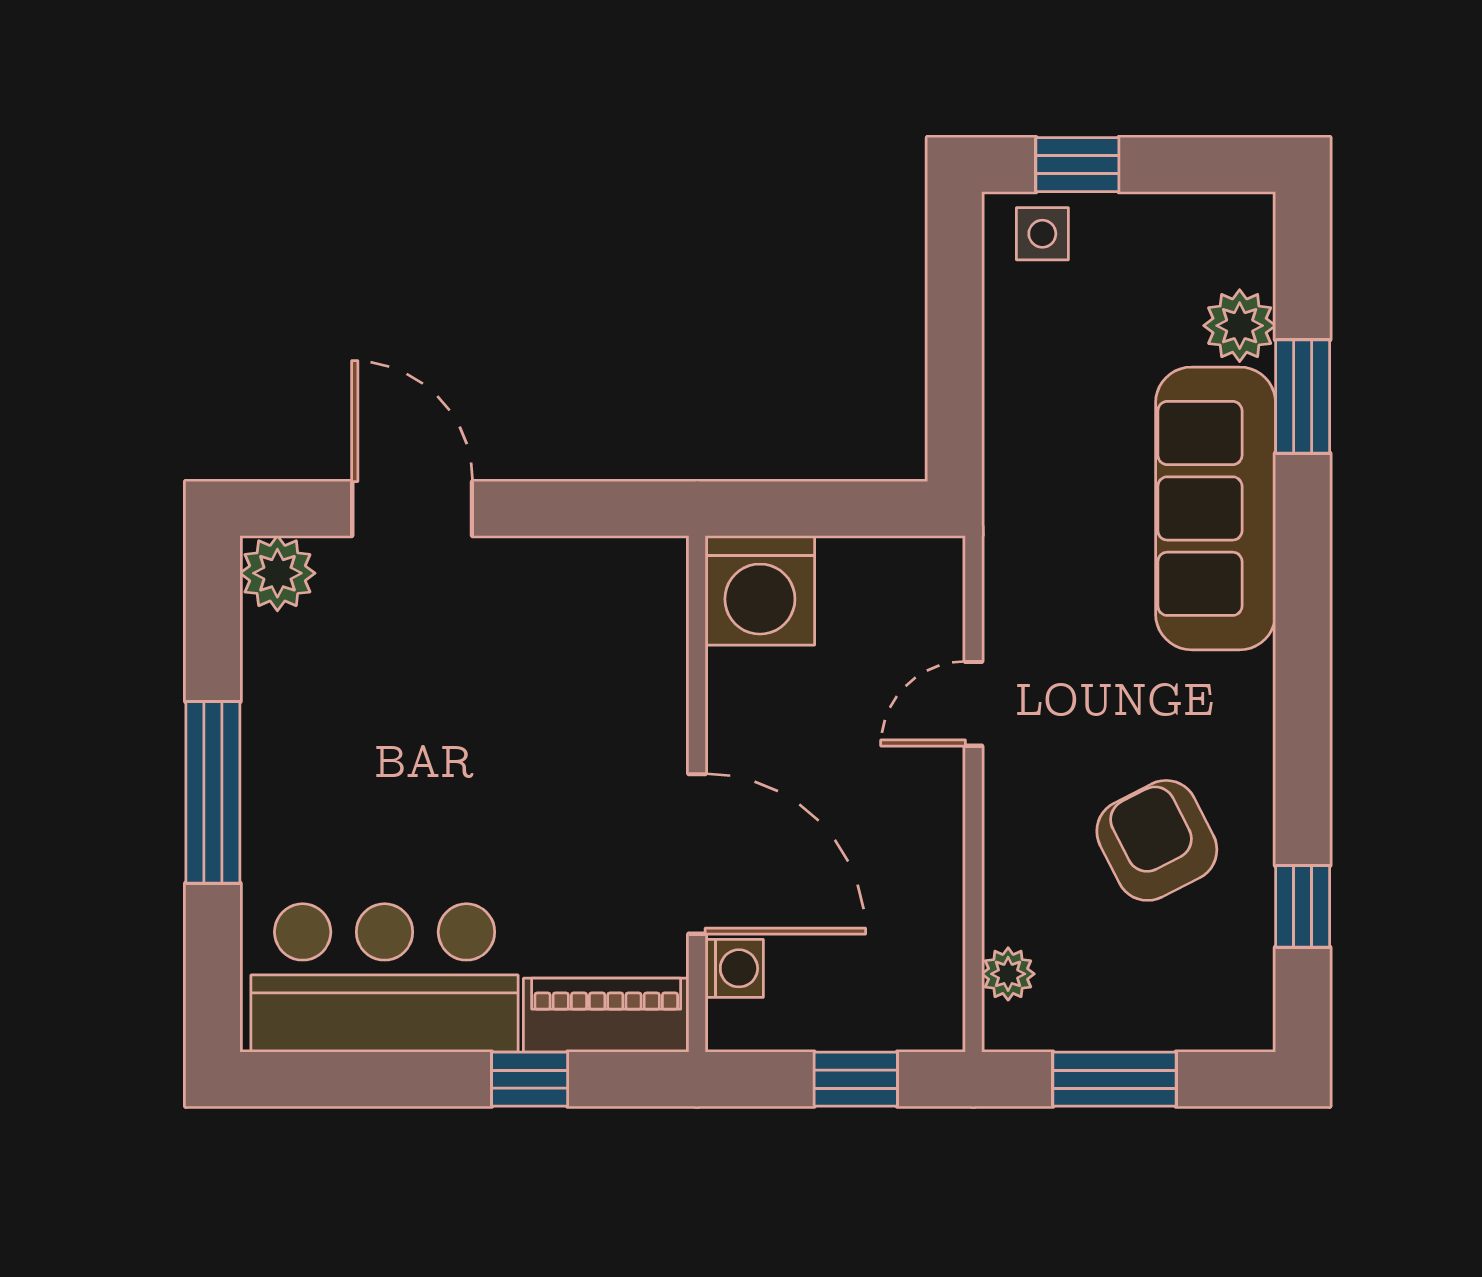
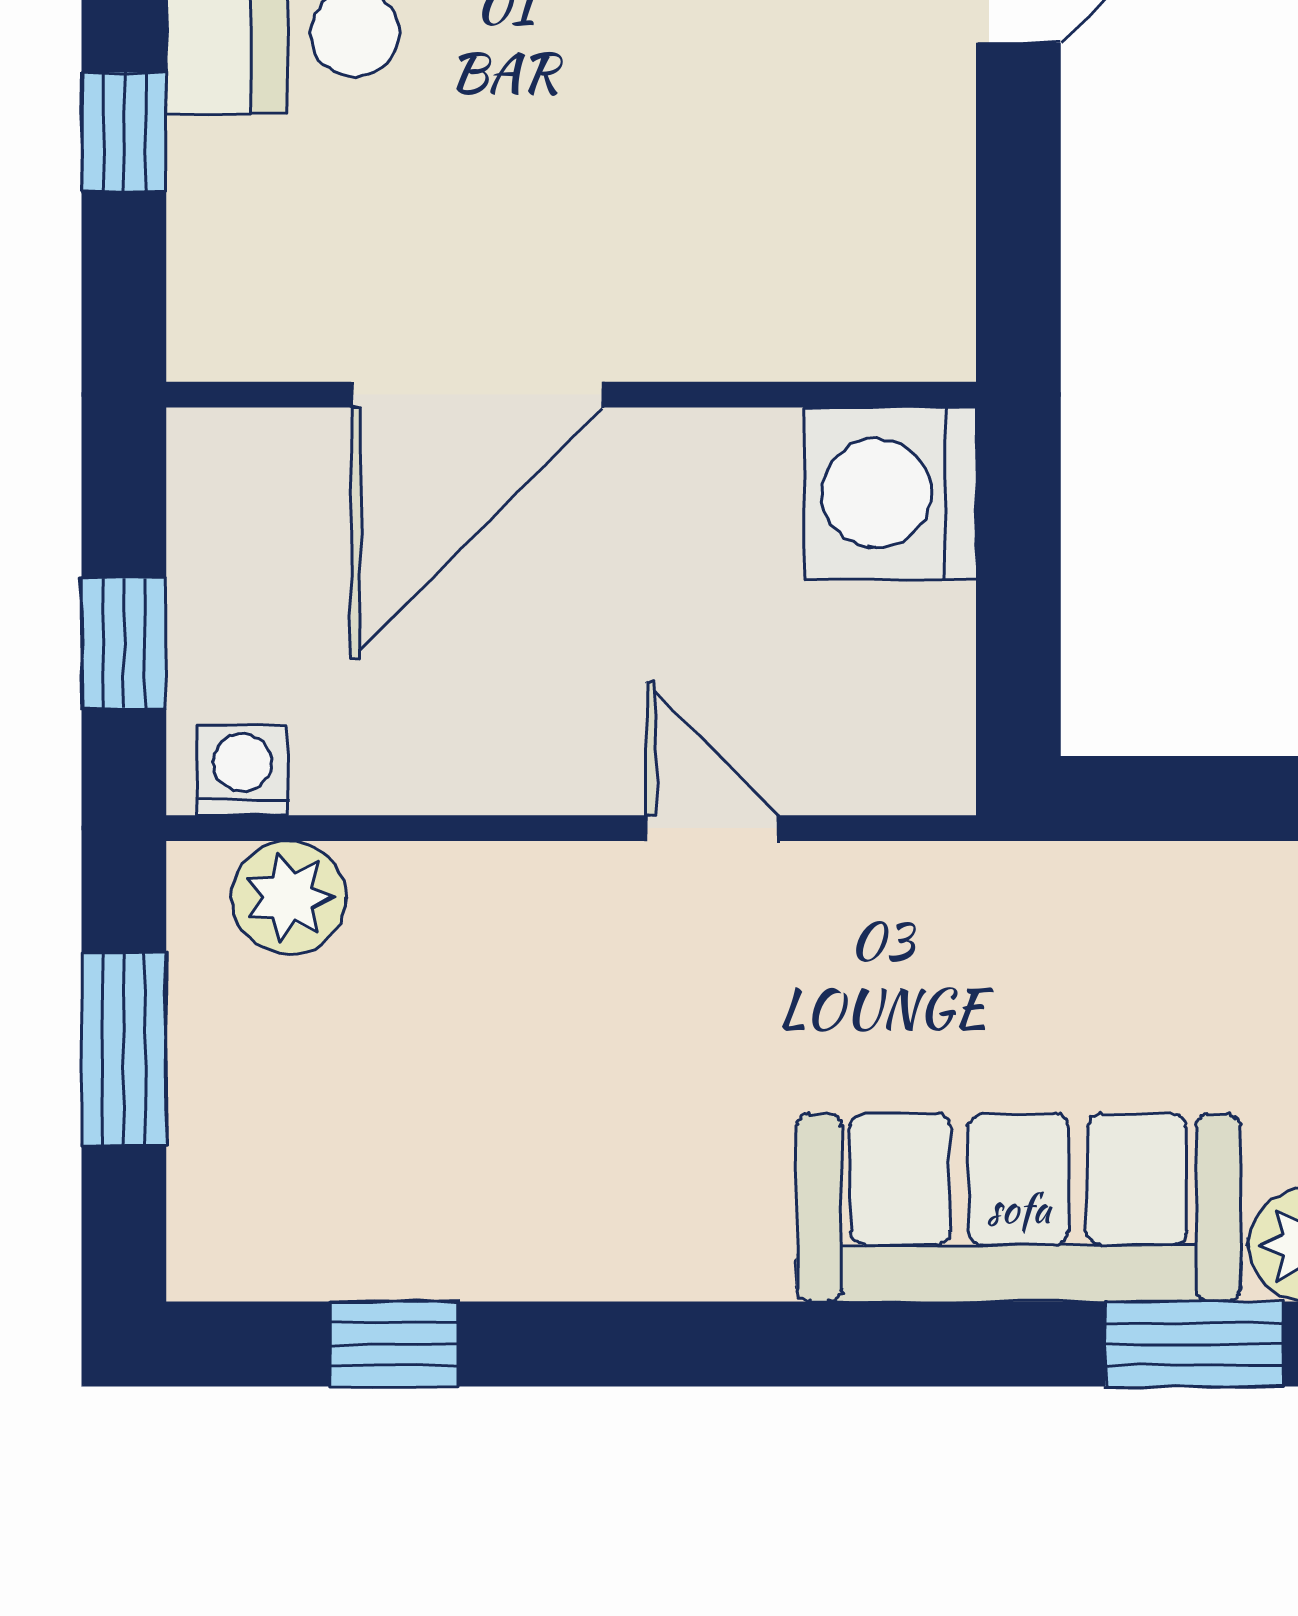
armchair: (1157, 840) -> (498, 1115), removed
washing machine: (734, 968) -> (242, 770), moved, turned 180
plant: (1008, 974) -> (289, 898), width x1.38, depth x1.38
piano: (606, 1015) -> (224, 252), removed

